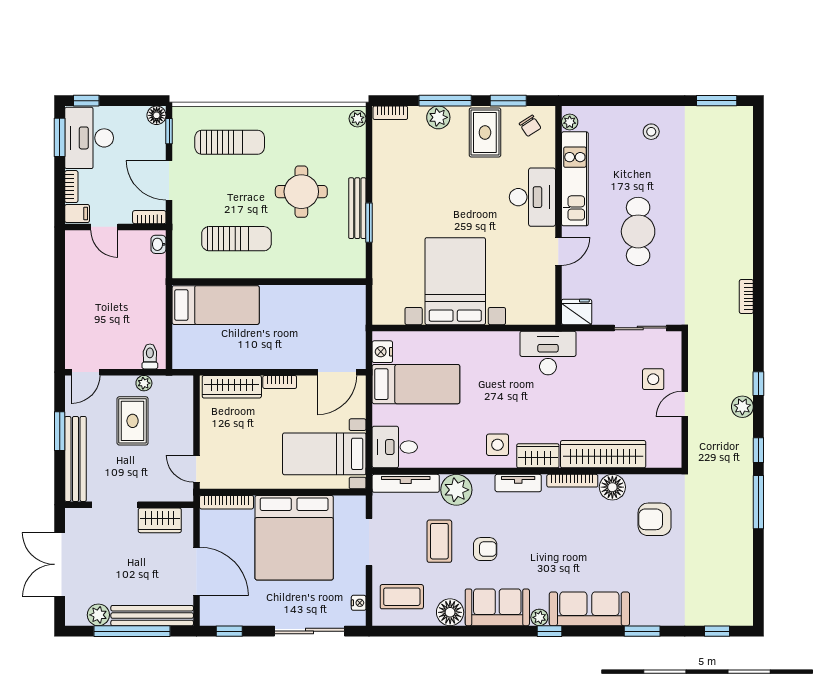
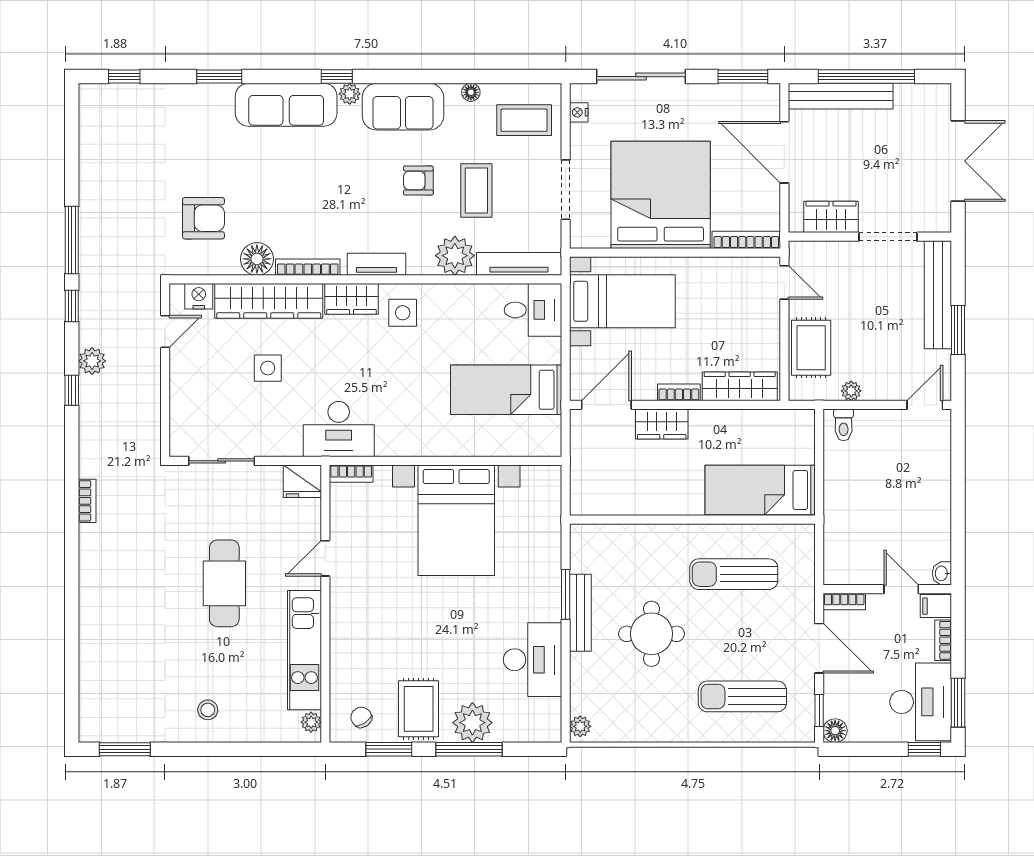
bookcase: (390, 113) -> (351, 474), moved, turned 180
plant: (438, 117) -> (472, 723), width x1.36, depth x1.36
desk: (532, 197) -> (533, 660), moved, turned 180
washbasin: (158, 244) -> (942, 573), moved, turned 180
nightstand: (382, 352) -> (199, 296), moved, turned -90
wardrobe: (293, 357) -> (662, 424), added
side table: (653, 379) -> (268, 368), moved
door: (685, 404) -> (165, 332), moved
rug: (133, 421) -> (811, 348), moved
floor lamp: (450, 612) -> (471, 92), width x0.53, depth x0.53
plant: (98, 615) -> (909, 97), removed
window: (229, 631) -> (743, 77), width x1.50

